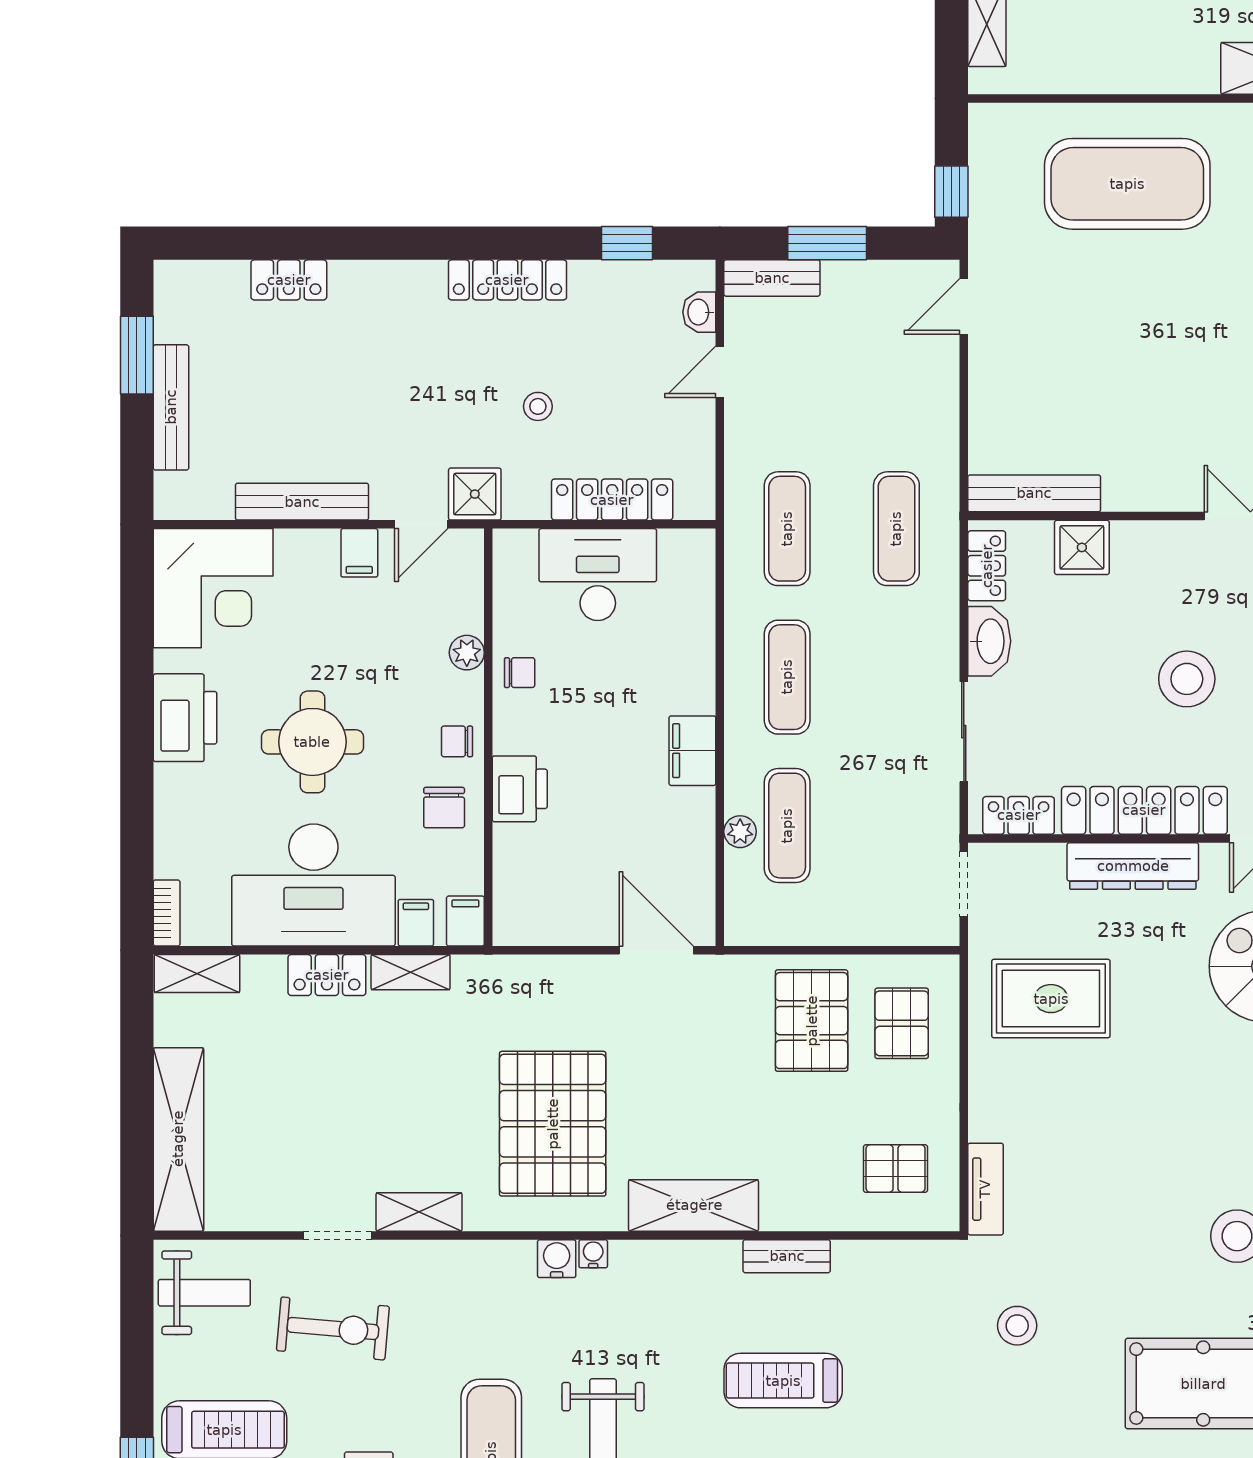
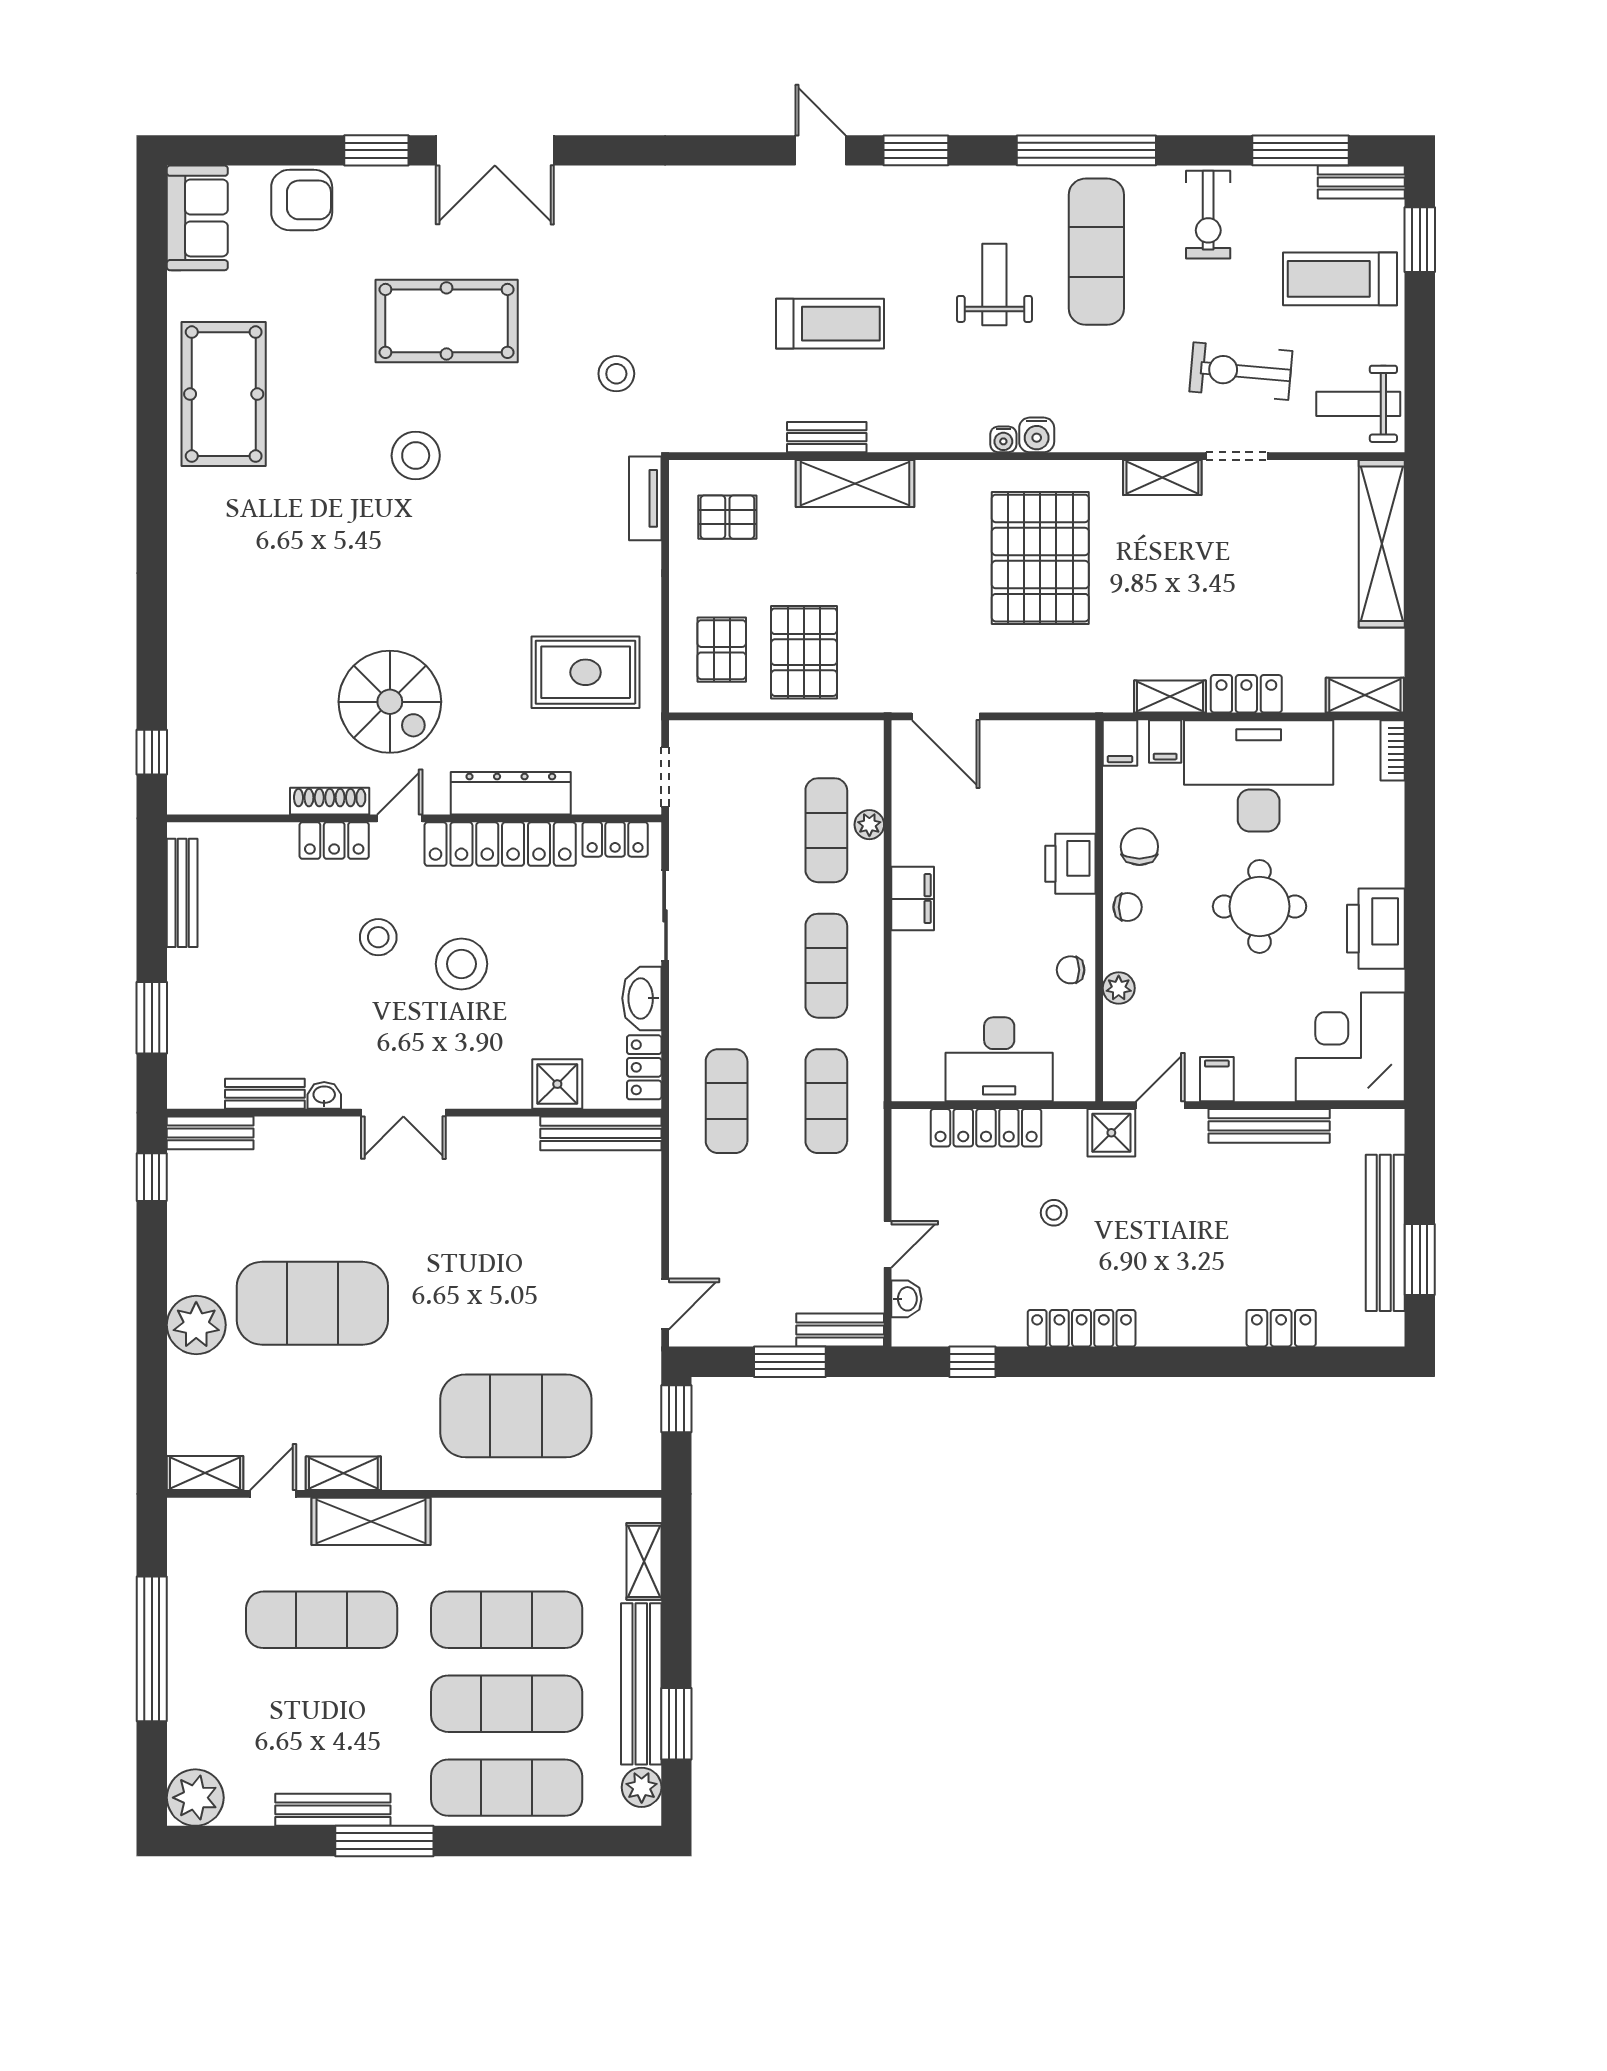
bench: (171, 407) -> (1385, 1233), width x1.37, depth x1.21
shelving: (694, 1205) -> (855, 483), moved

